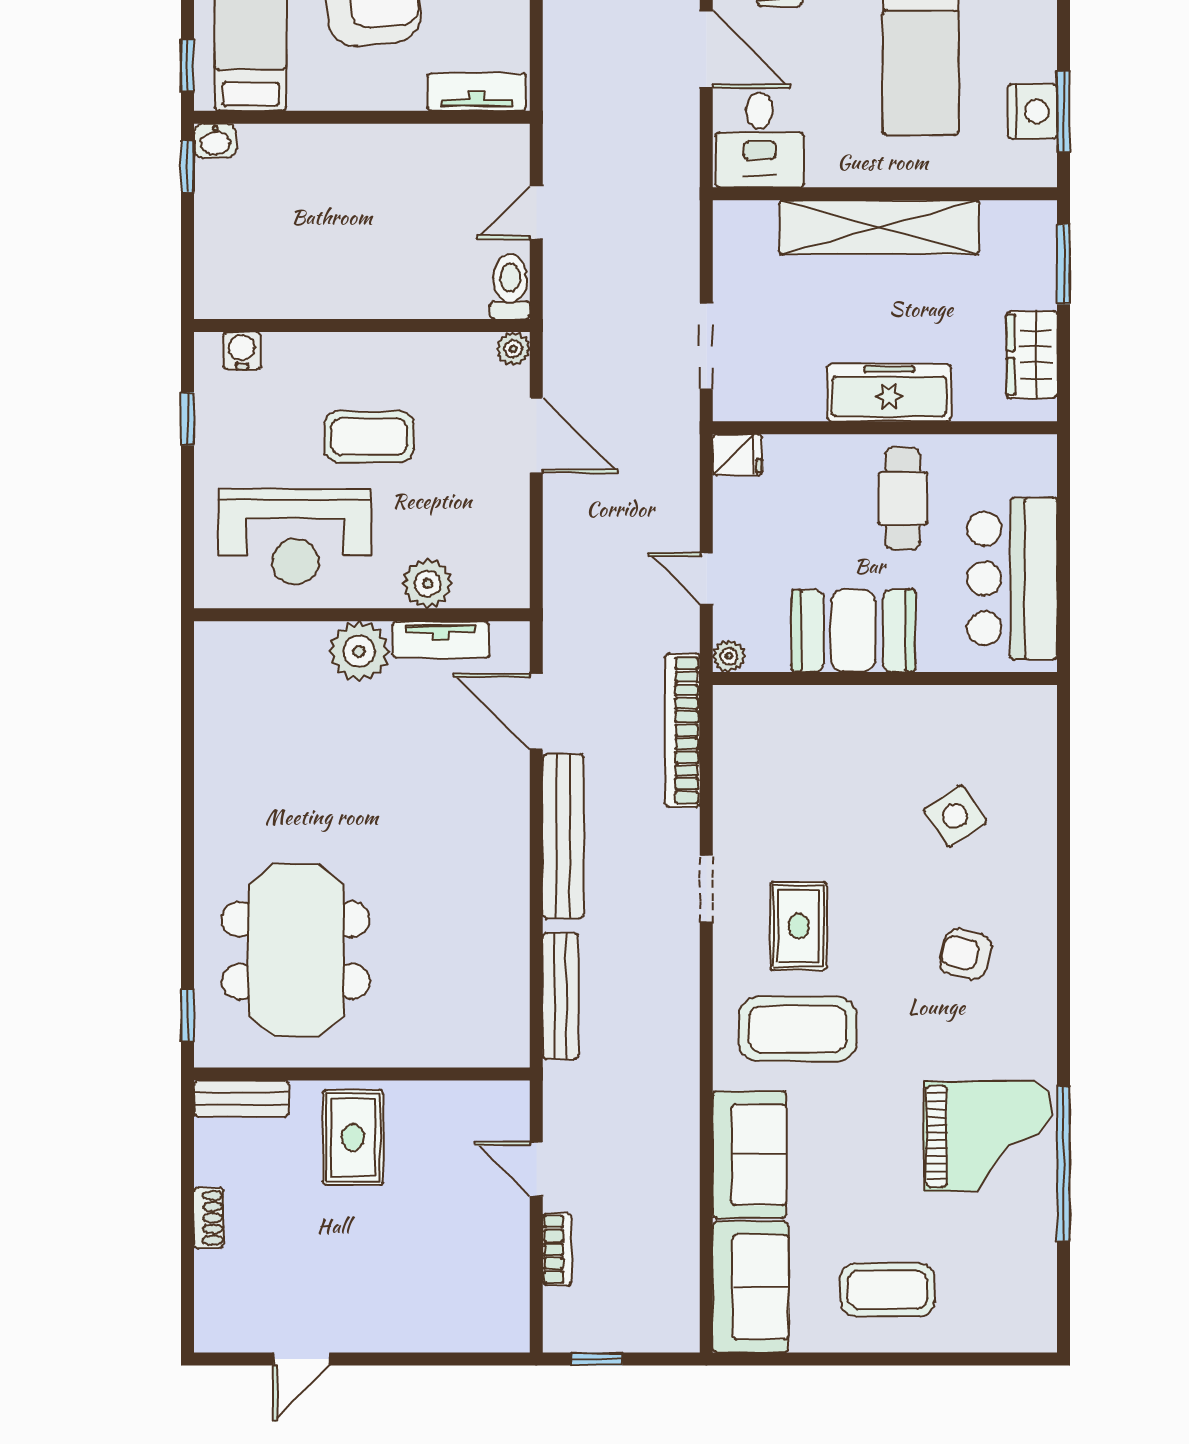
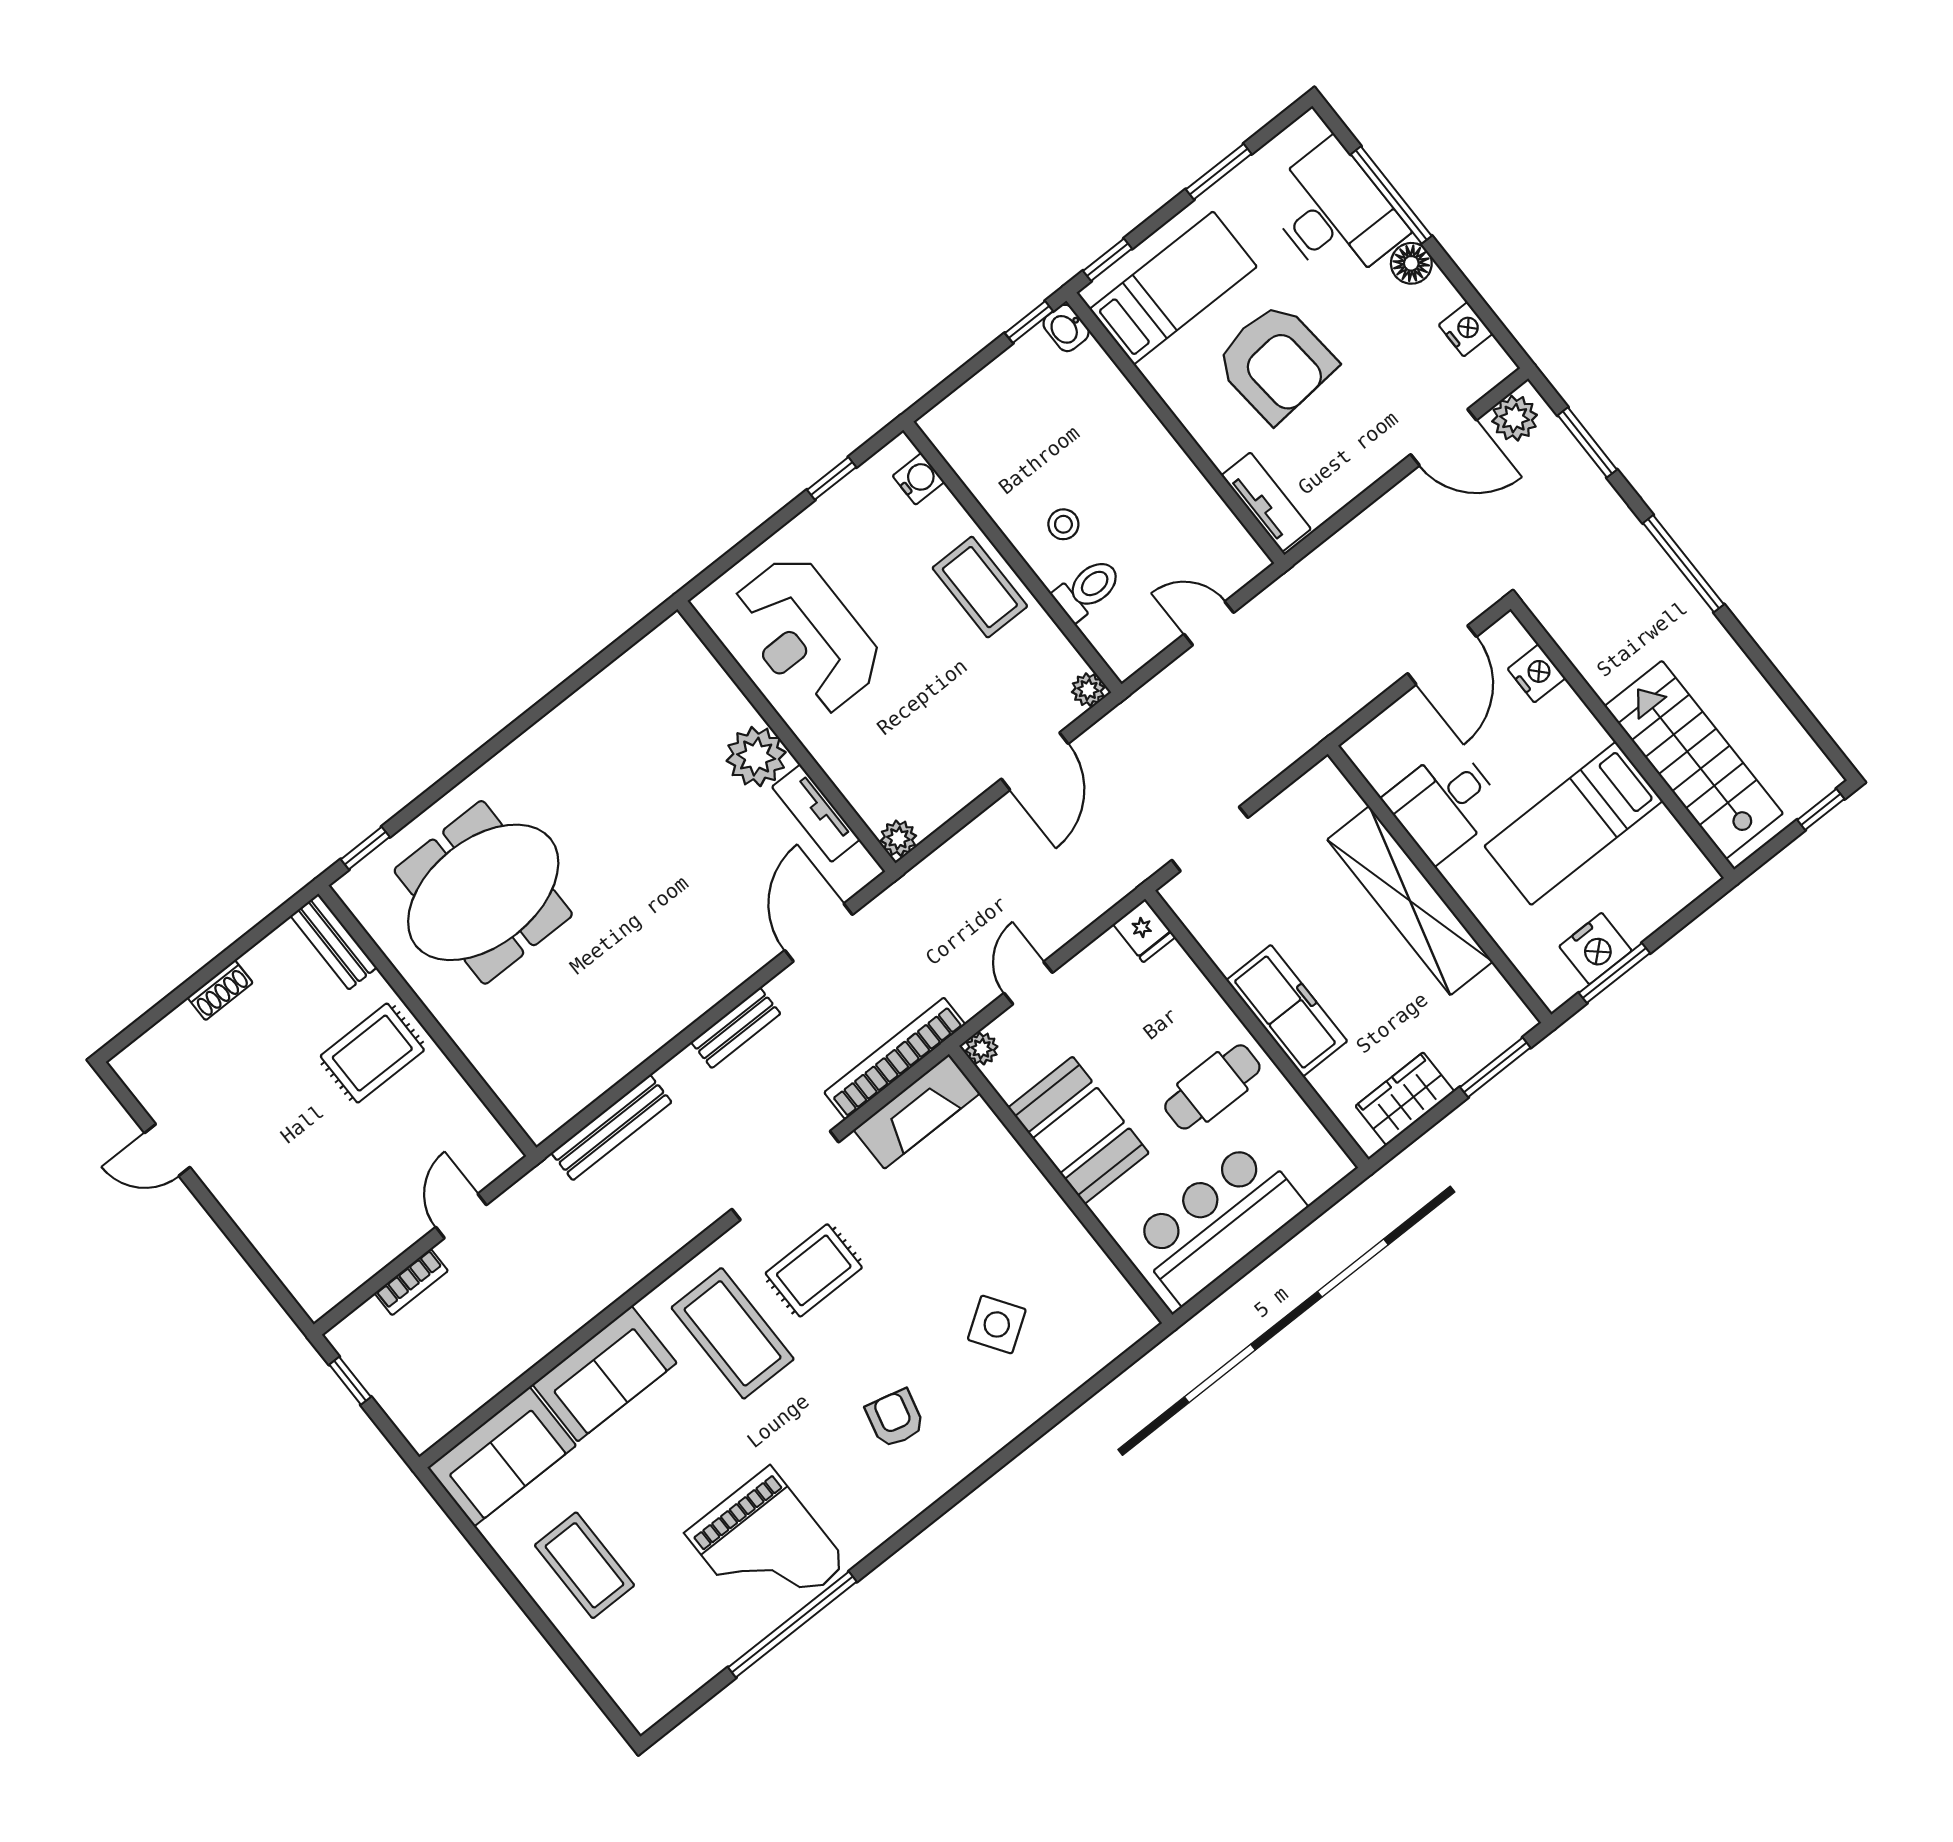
desk: (760, 140) -> (1444, 803), moved
stool: (368, 265) -> (1063, 524), added
toilet: (510, 287) -> (1088, 589), moved
coffee table: (369, 437) -> (980, 587), moved
plant: (428, 584) -> (898, 838), moved, width x0.73, depth x0.73
fireplace: (738, 746) -> (917, 1112), added
bench: (563, 836) -> (736, 1028), width x0.54, depth x0.82
doorway: (706, 889) -> (785, 1176), width x1.87

